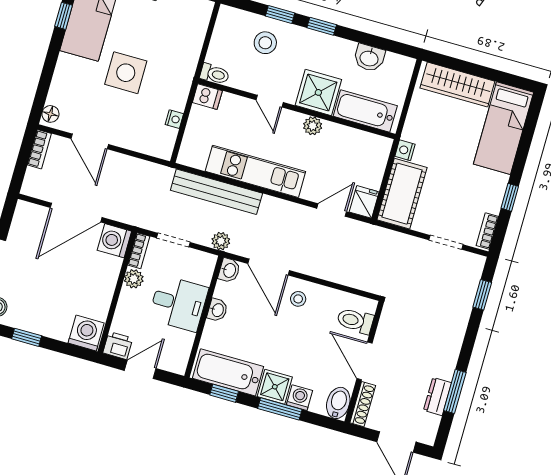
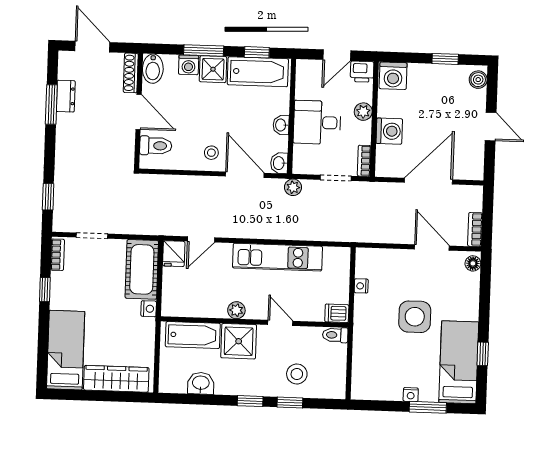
bench: (216, 192) -> (308, 230), removed
washing machine: (114, 241) -> (389, 131), moved
plant: (134, 279) -> (363, 112), moved

